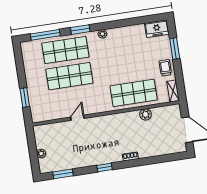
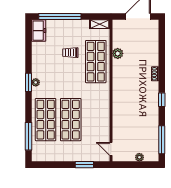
window: (80, 30) -> (28, 82), moved
window: (175, 49) -> (60, 17), width x2.11
trolley: (165, 68) -> (70, 53), moved
door: (77, 118) -> (111, 149), moved
window: (63, 174) -> (162, 140), width x1.44

